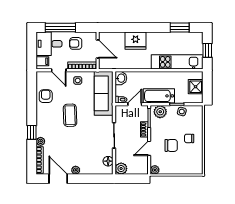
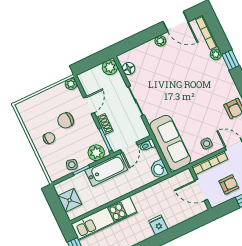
fridge: (136, 41) -> (158, 225), width x0.53, depth x0.75
coffee table: (70, 115) -> (196, 100), removed

